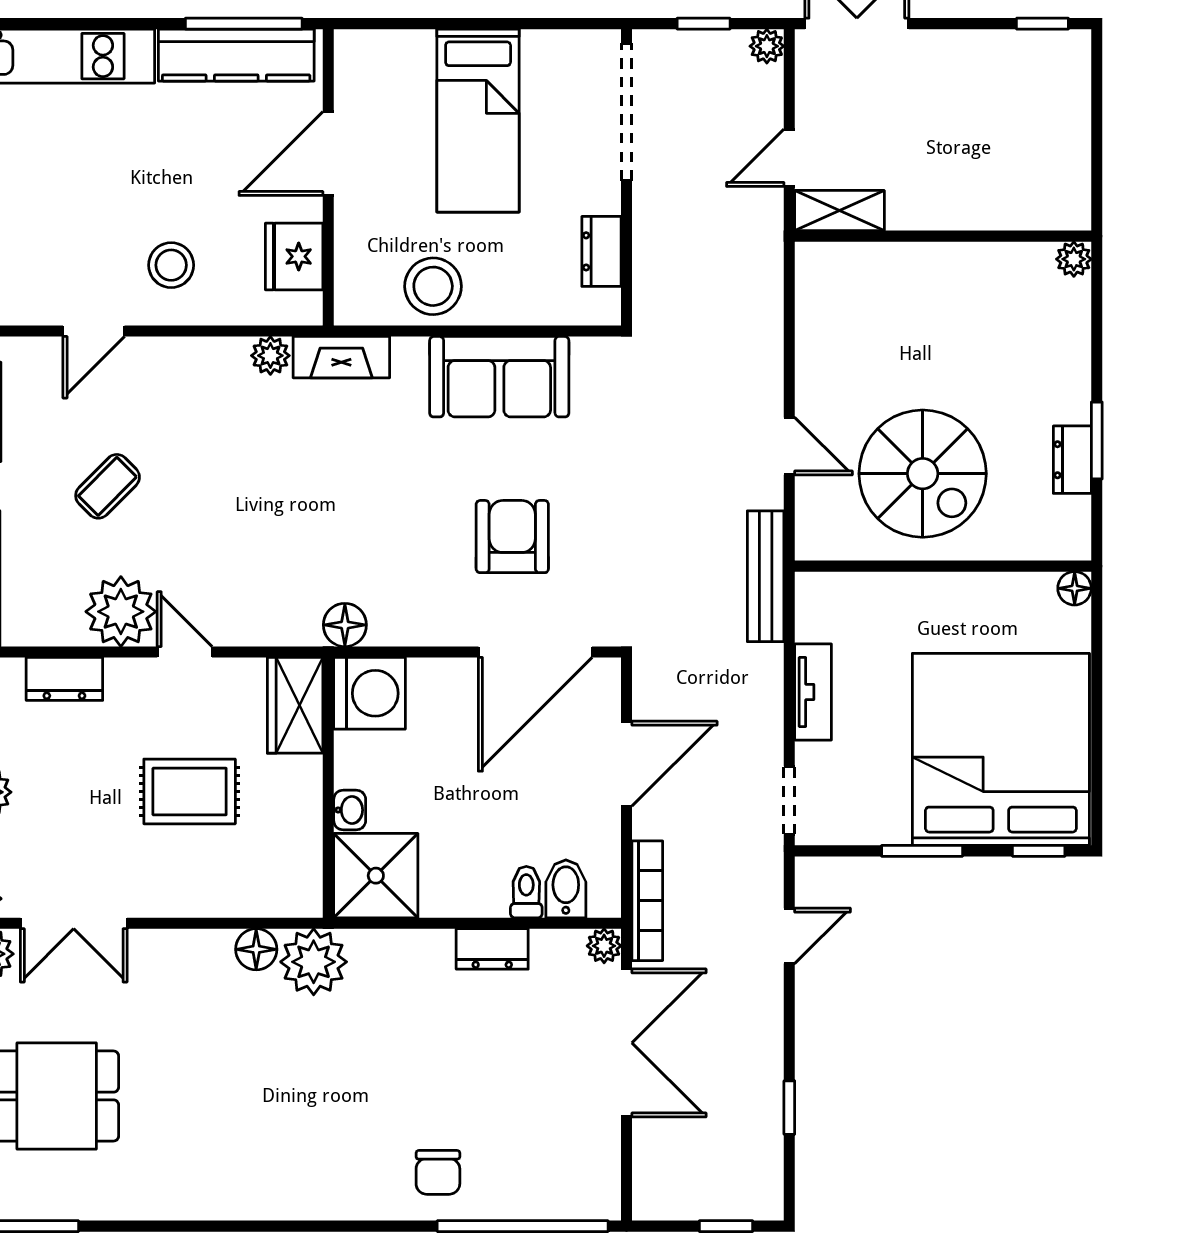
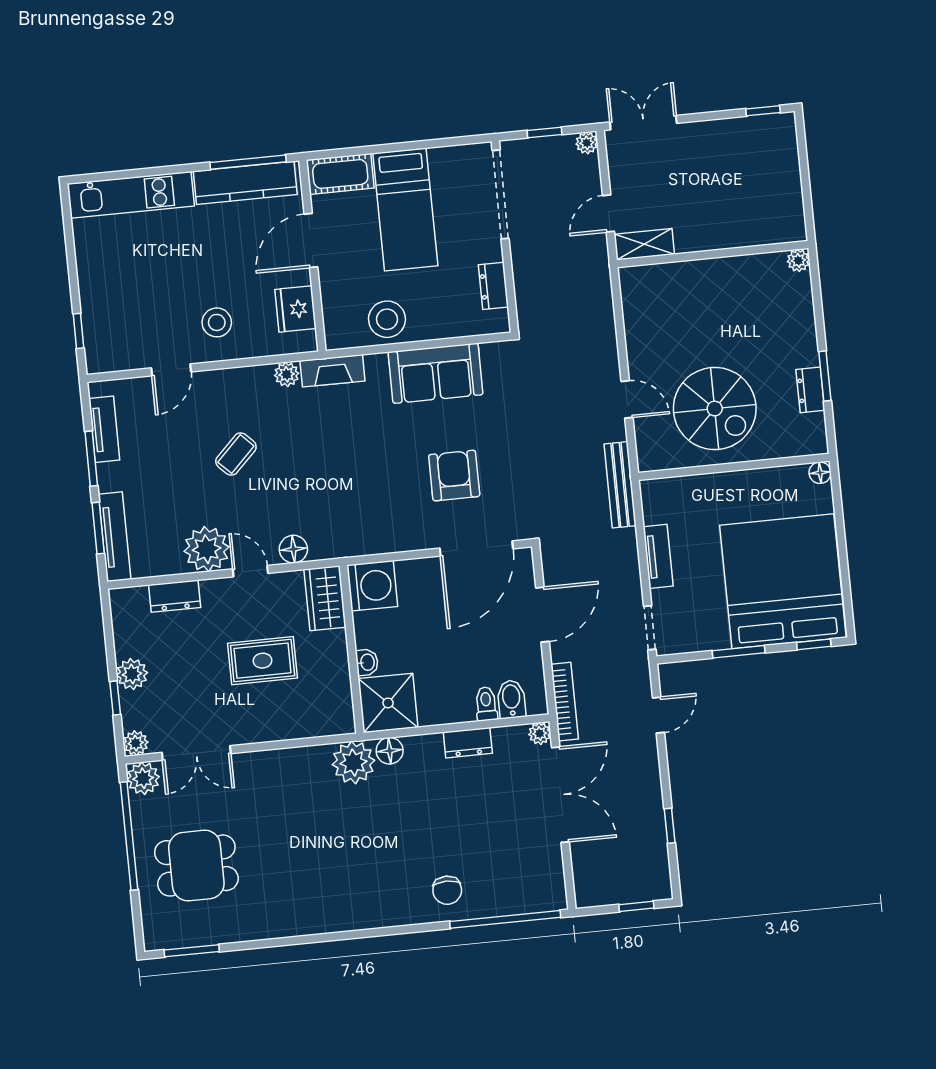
cot: (384, 56) -> (340, 174), added
coffee table: (108, 486) -> (236, 454), moved
floor lamp: (345, 625) -> (293, 549), moved
floor lamp: (256, 949) -> (390, 751), moved

